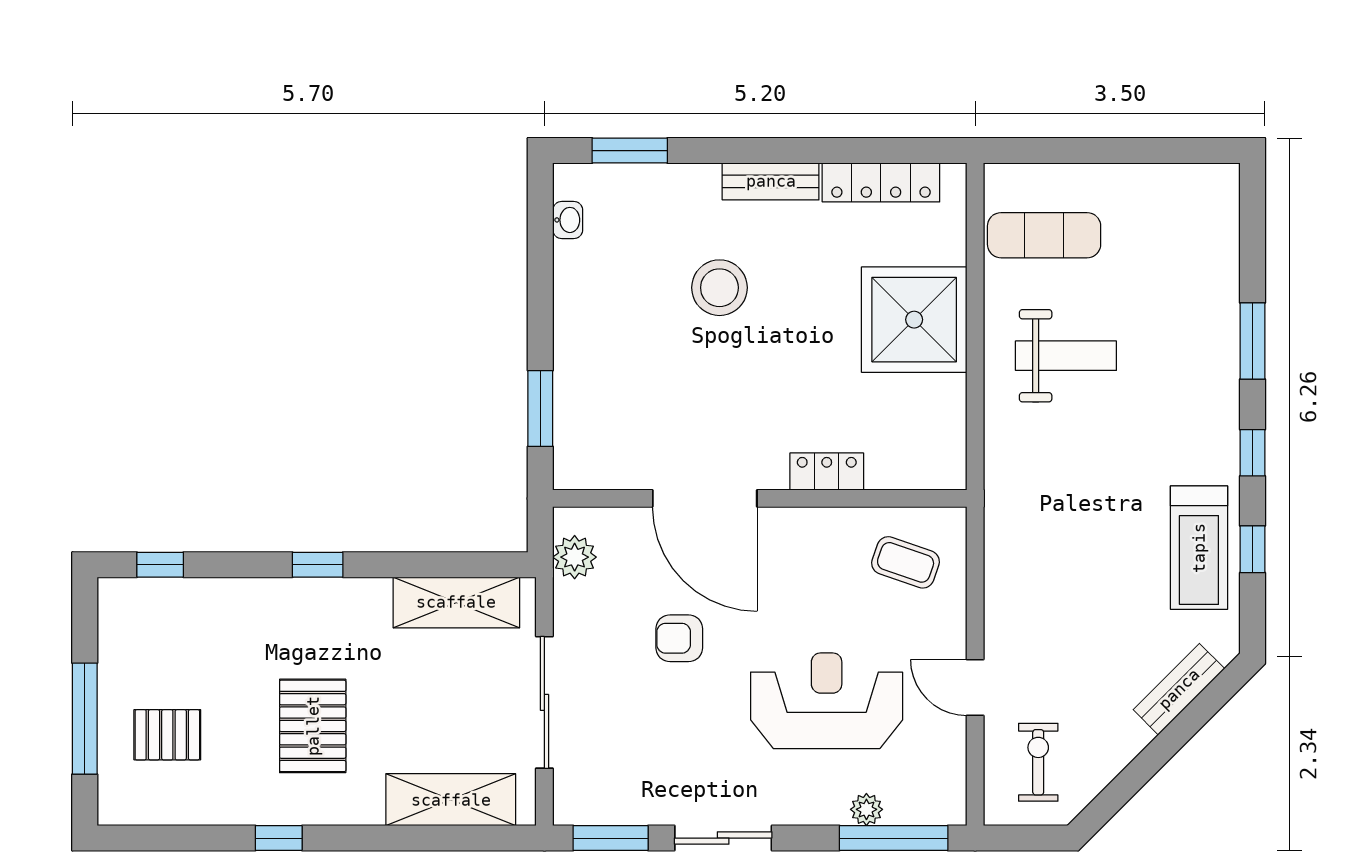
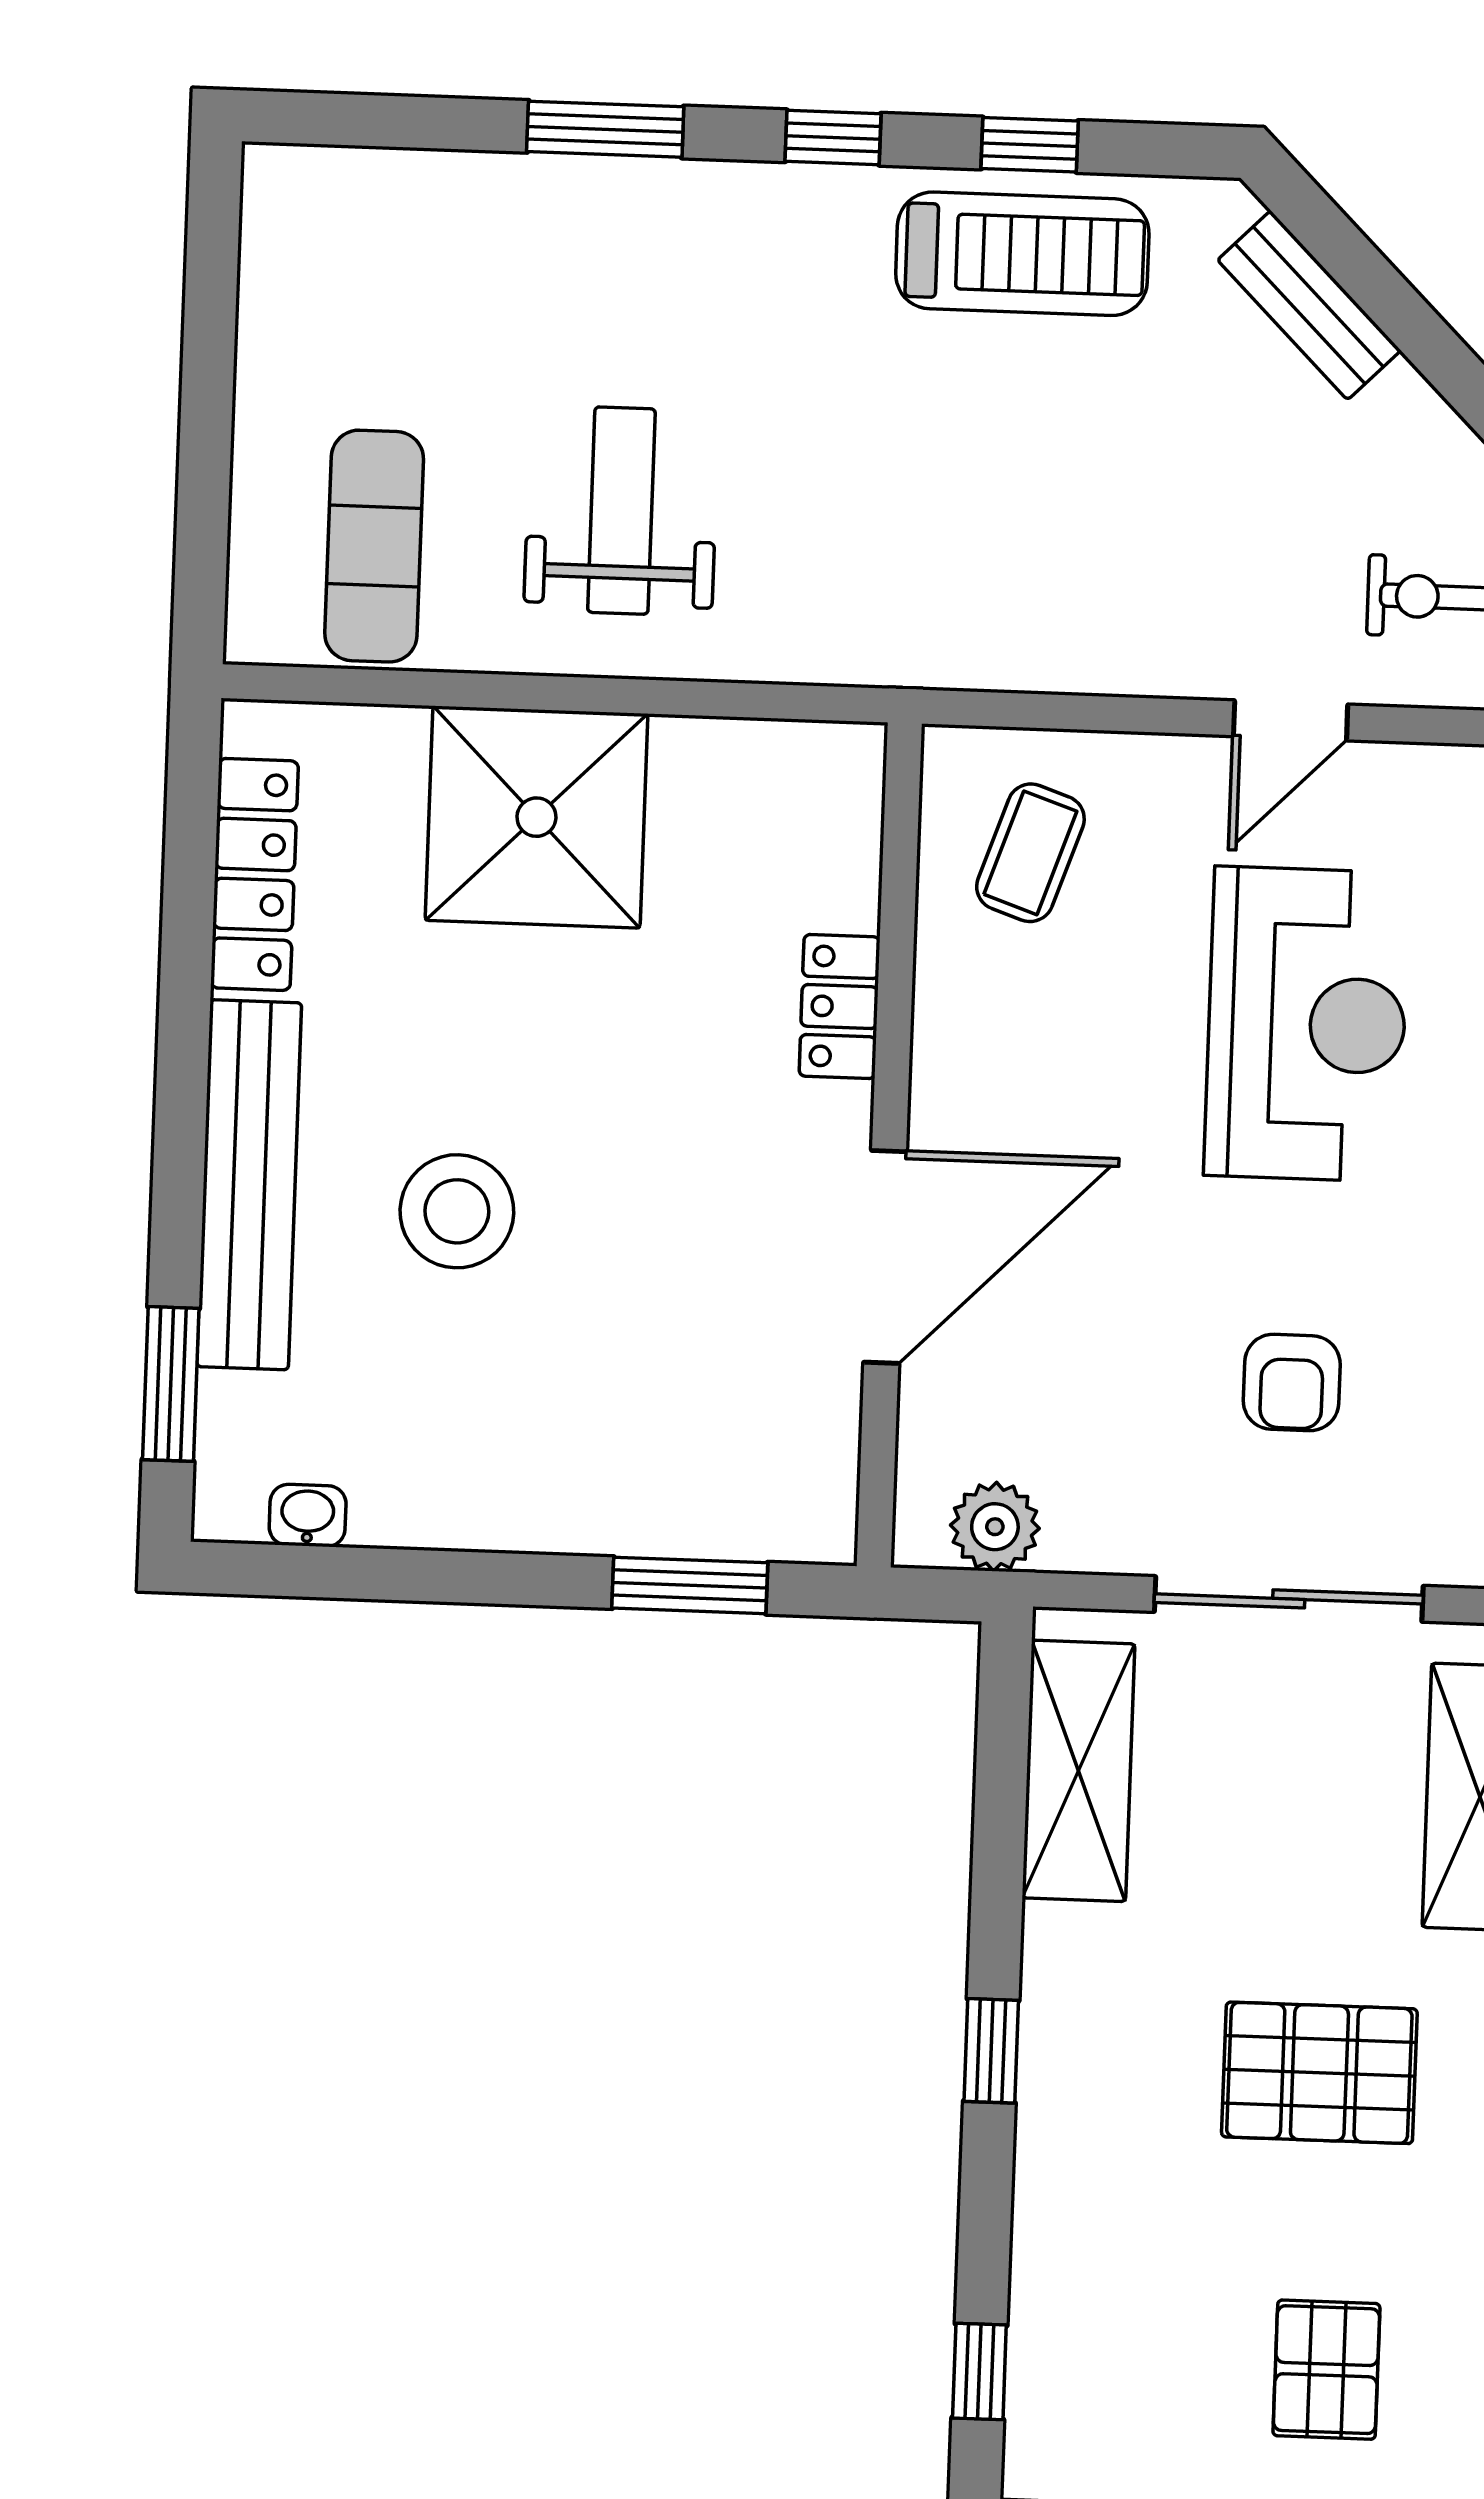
bench: (771, 181) -> (249, 1185), width x1.86, depth x1.21
armchair: (679, 638) -> (1292, 1382), moved
reception desk: (827, 701) -> (1307, 1024), turned 180

